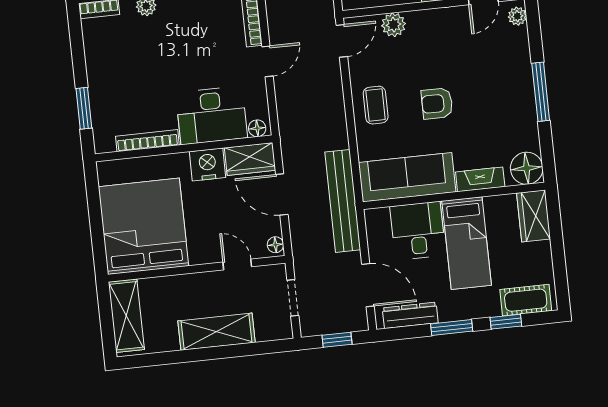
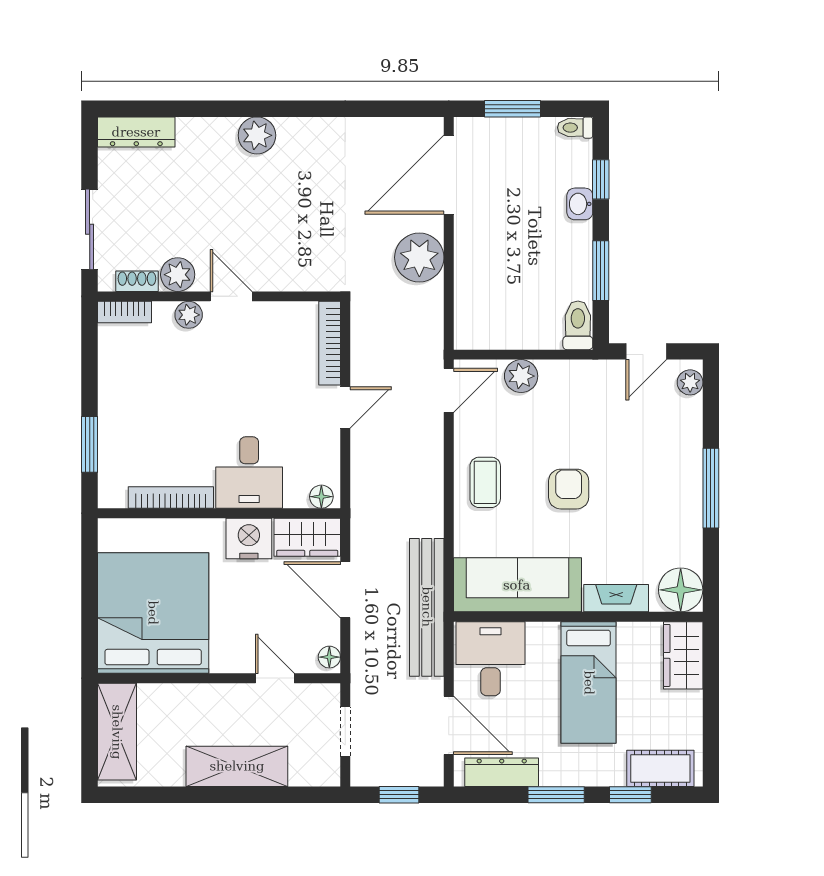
armchair: (437, 103) -> (569, 489), turned 90
desk: (212, 115) -> (249, 473), width x0.73
desk: (418, 231) -> (490, 659), moved

